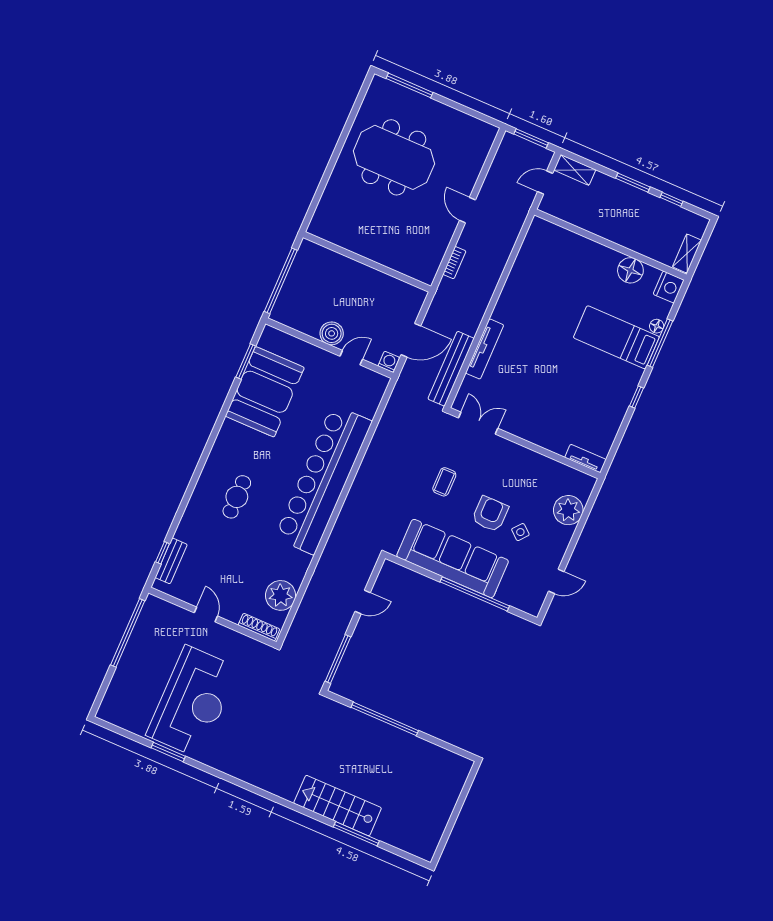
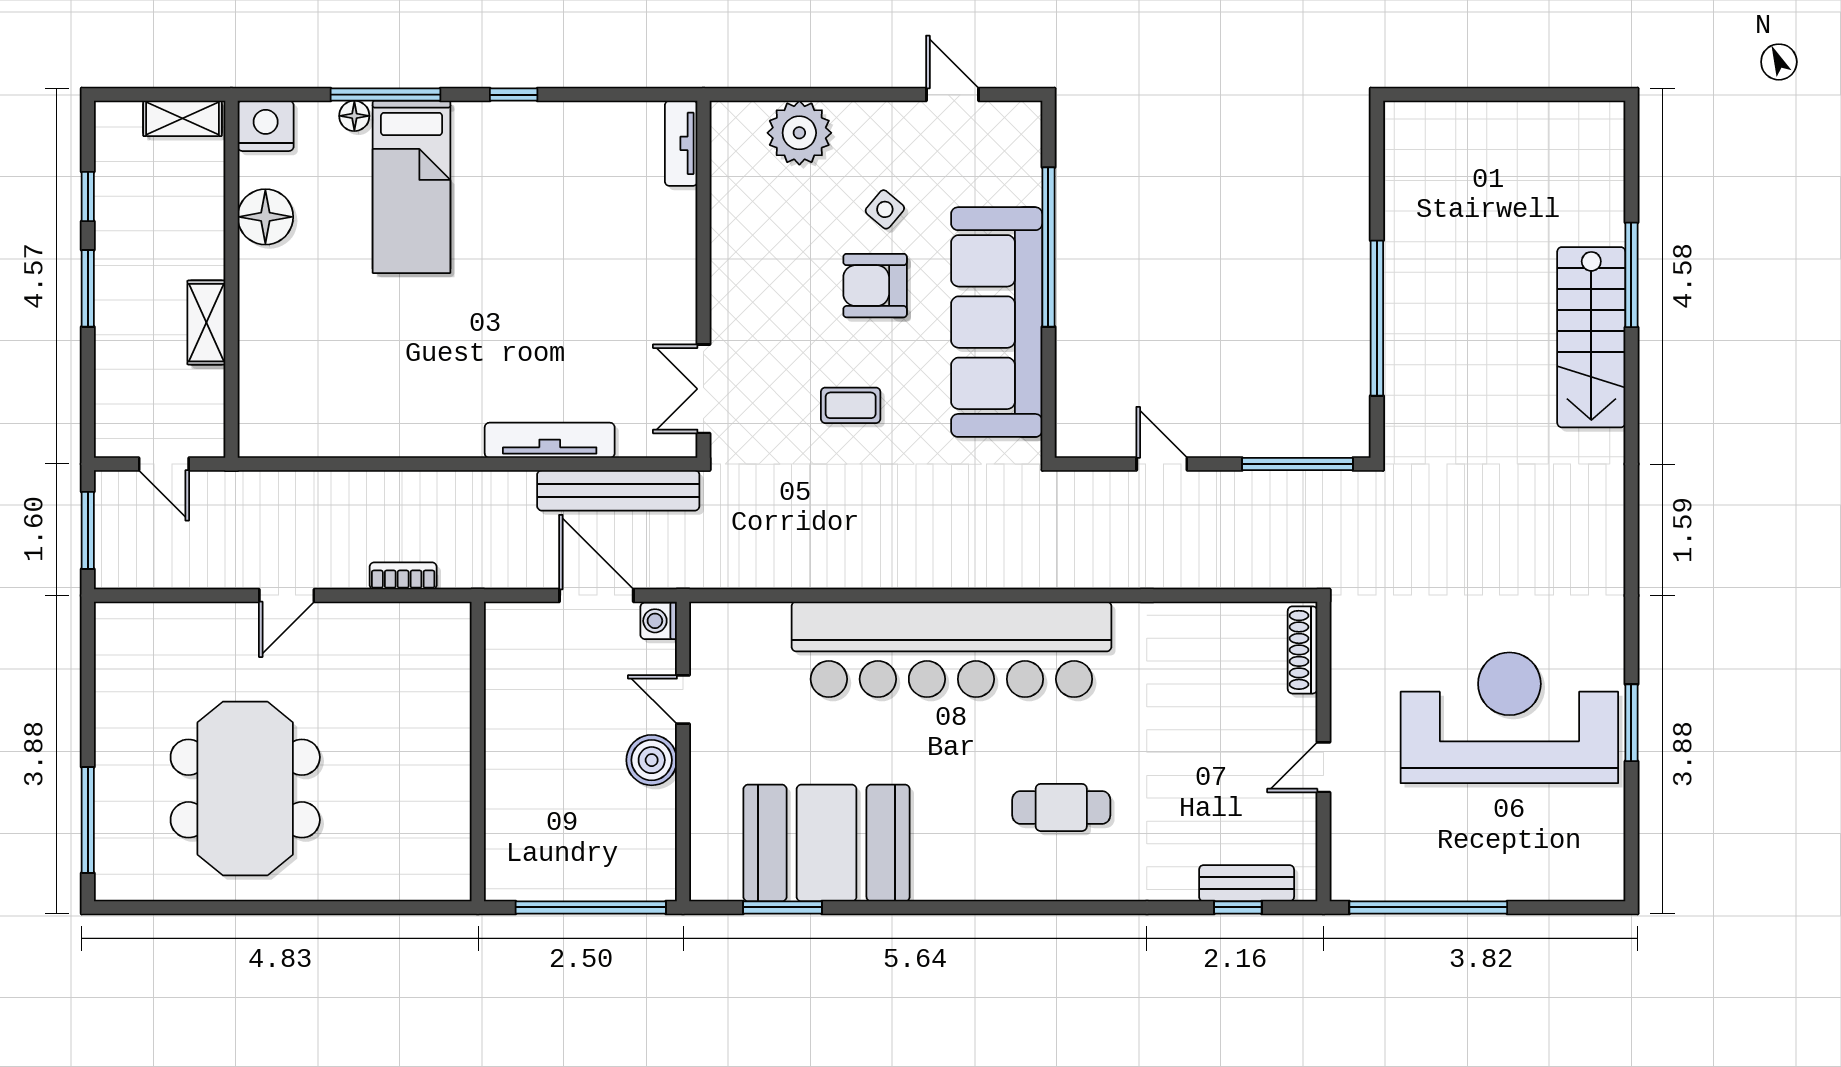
shelving: (575, 170) -> (206, 323), moved
plant: (281, 595) -> (1220, 634), removed

